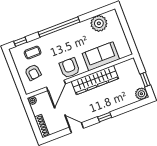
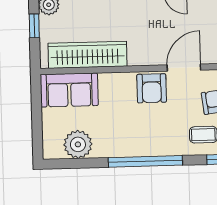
sofa: (101, 56) -> (69, 90), moved
wardrobe: (95, 80) -> (87, 55), moved

